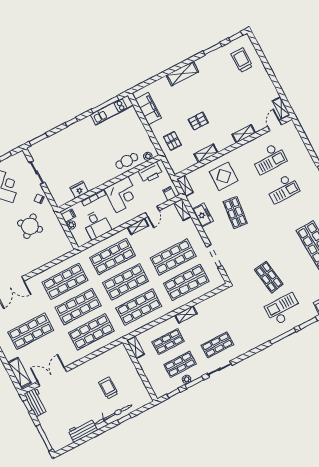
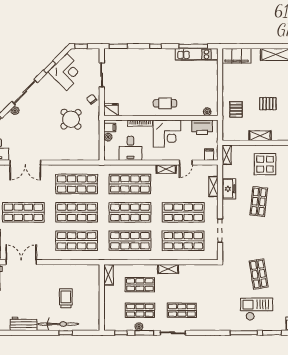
filing cabinet: (148, 109) -> (237, 56), moved, turned 90
cafe table: (127, 161) -> (165, 103), moved
fridge: (79, 190) -> (111, 110), moved
shelving: (183, 210) -> (213, 187), moved

